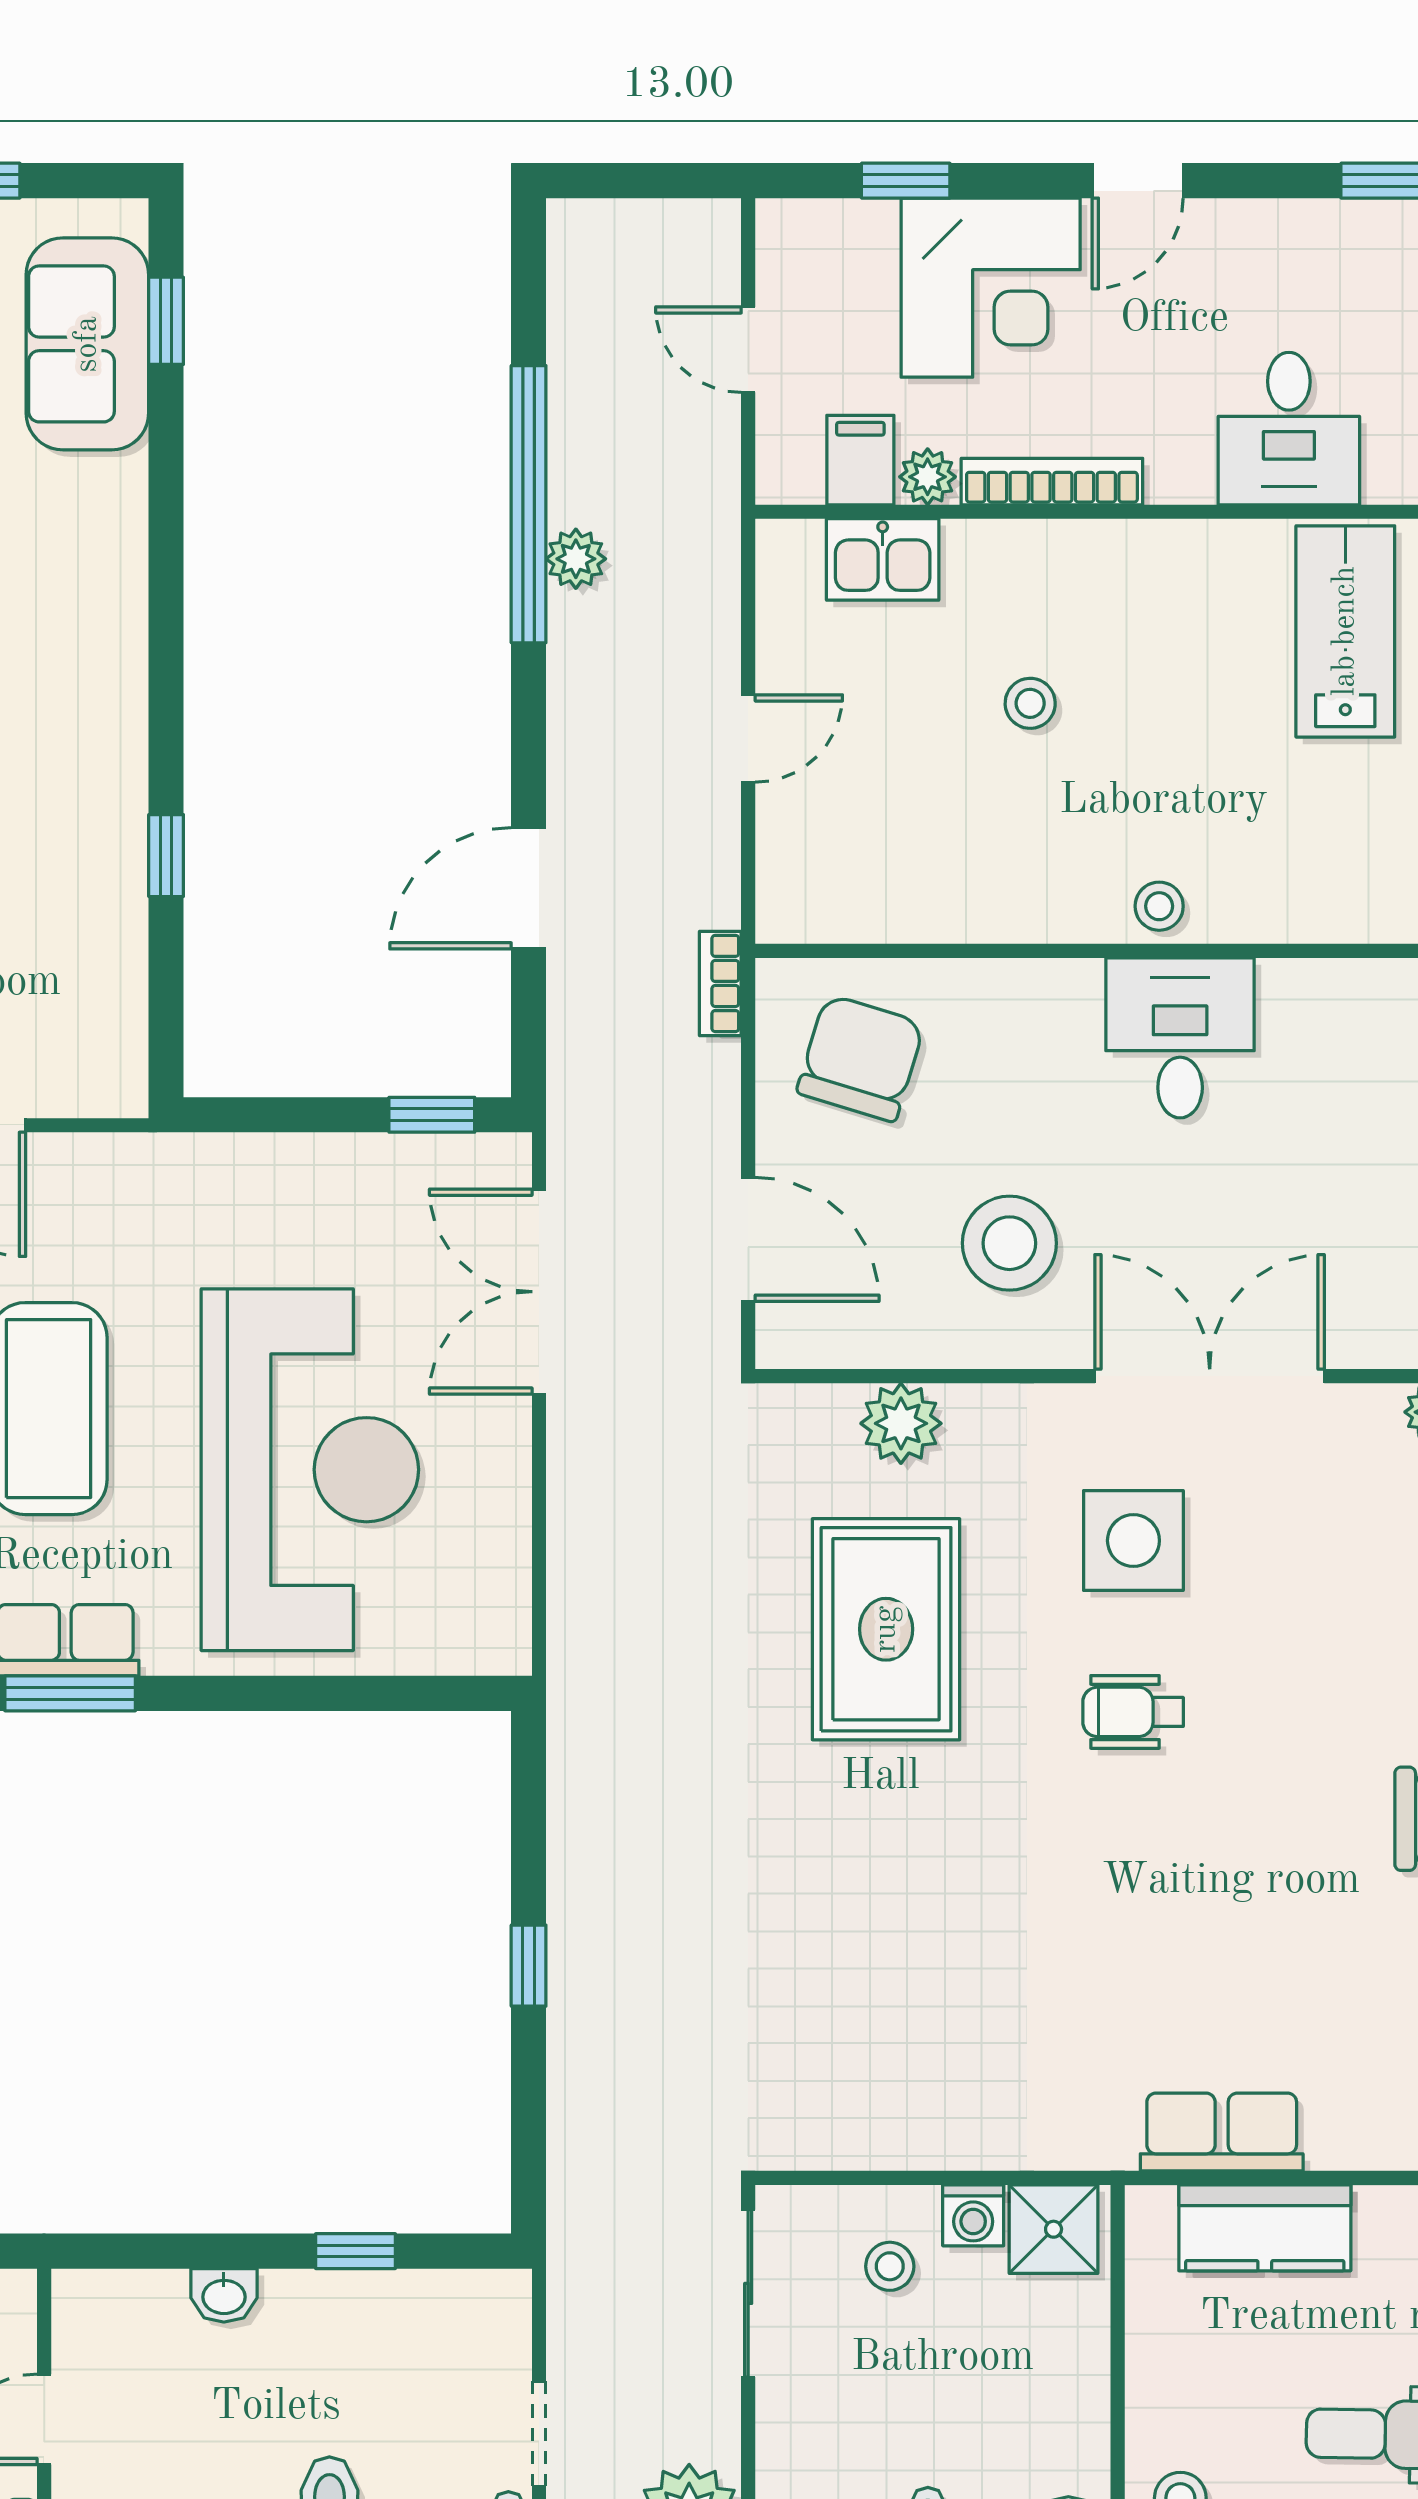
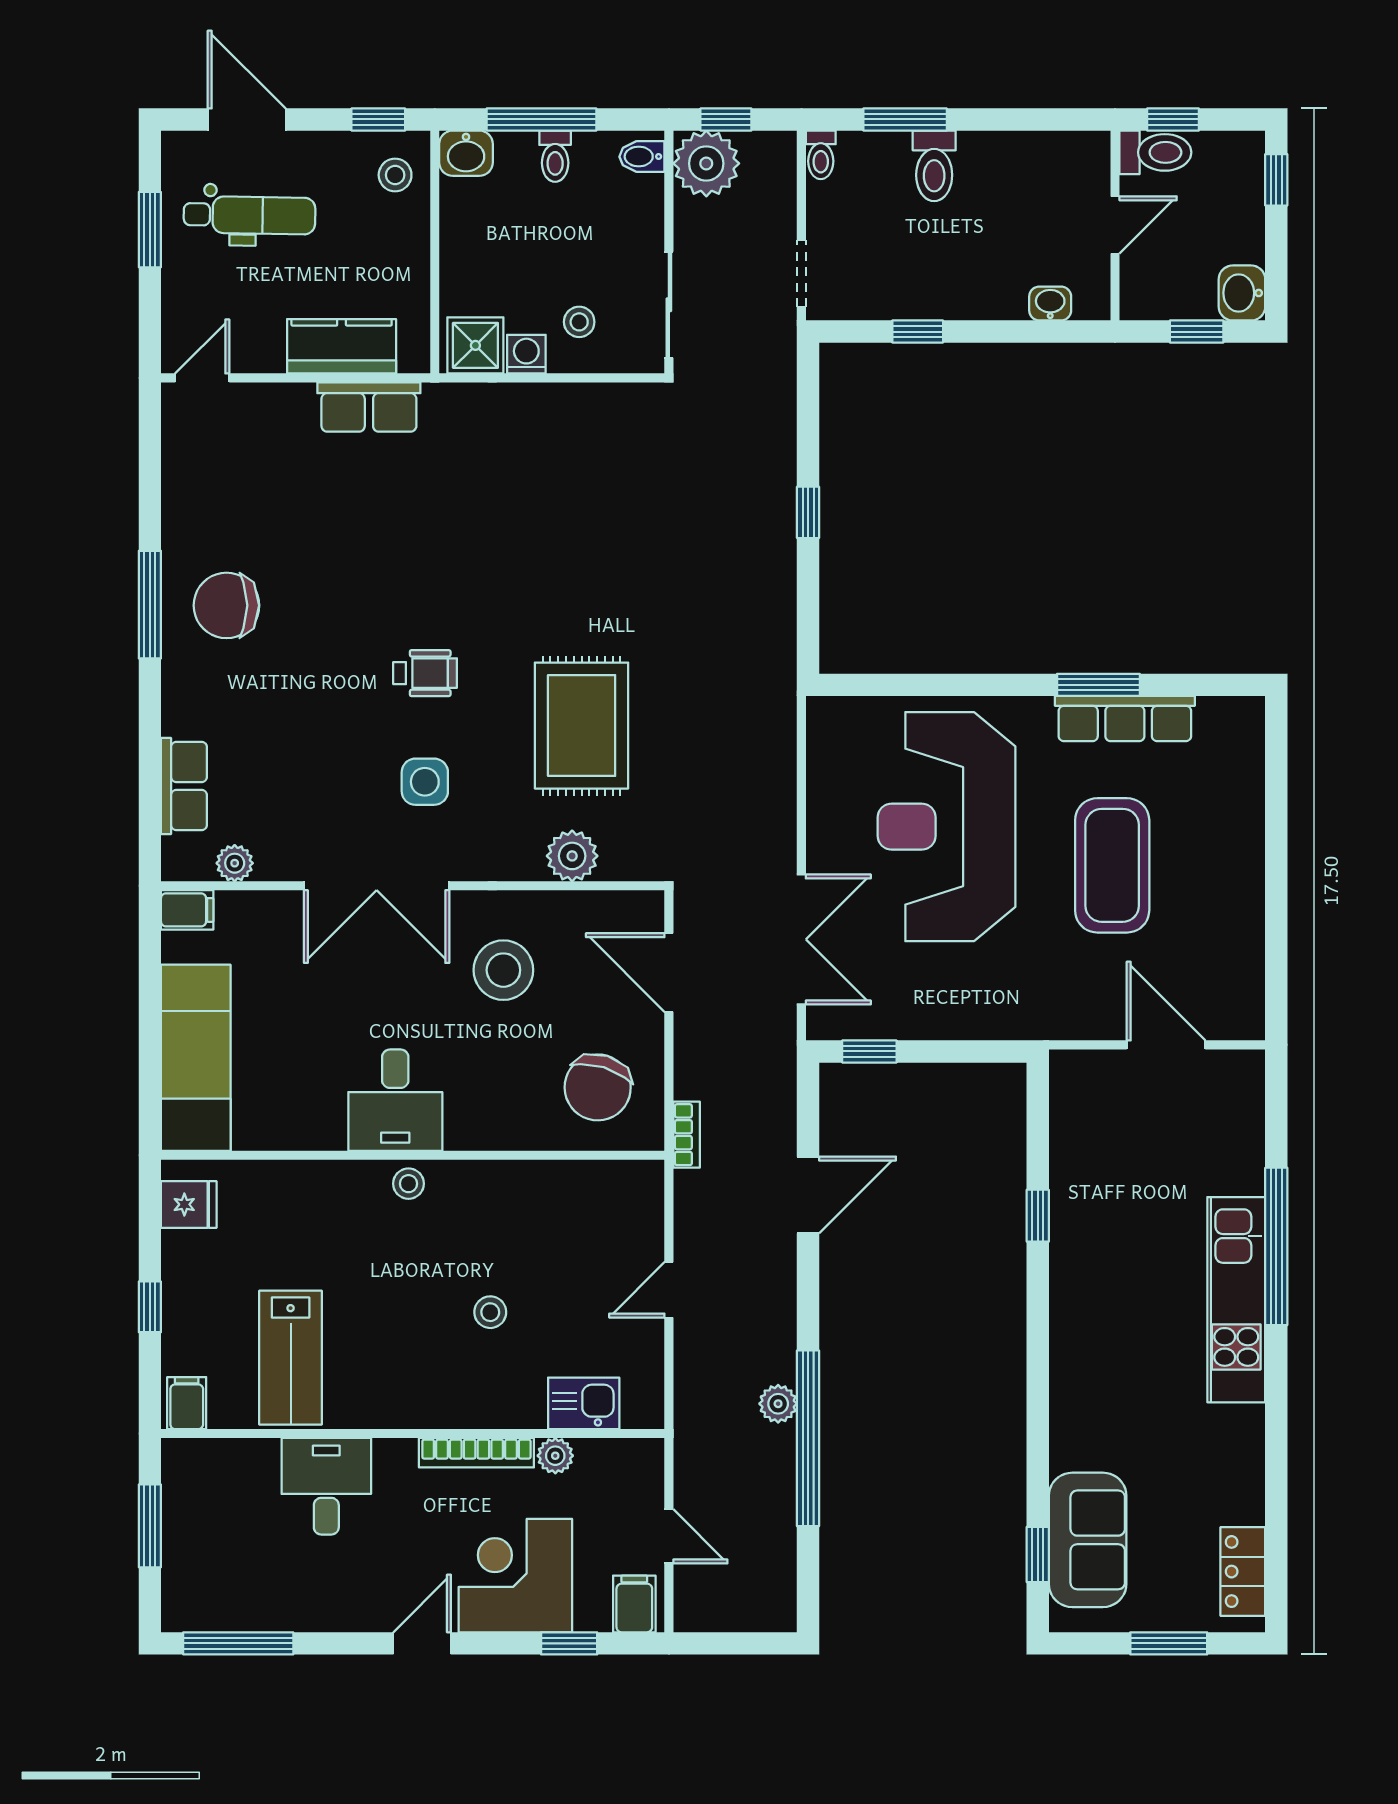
filing cabinet: (860, 460) -> (634, 1604), moved, turned 180
side table: (1133, 1541) -> (425, 782), width x0.73, depth x0.73
washbasin: (224, 2295) -> (1050, 304), moved
doorway: (539, 2434) -> (801, 274), moved

